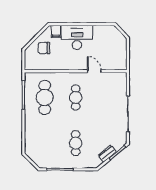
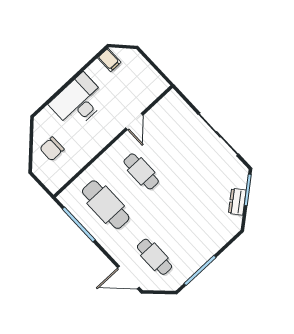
filing cabinet: (56, 31) -> (109, 60), moved
door: (94, 71) -> (134, 122), swing flipped
door: (23, 141) -> (128, 277), added
cafe table: (76, 143) -> (154, 257), moved

